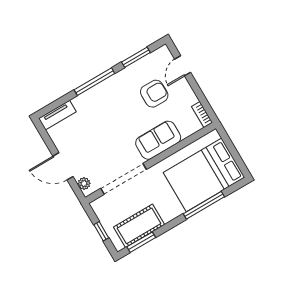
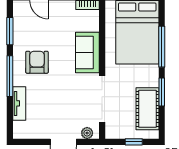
armchair: (154, 94) -> (37, 62), moved
tv unit: (57, 115) -> (19, 103), moved
window: (141, 242) -> (162, 92), moved

